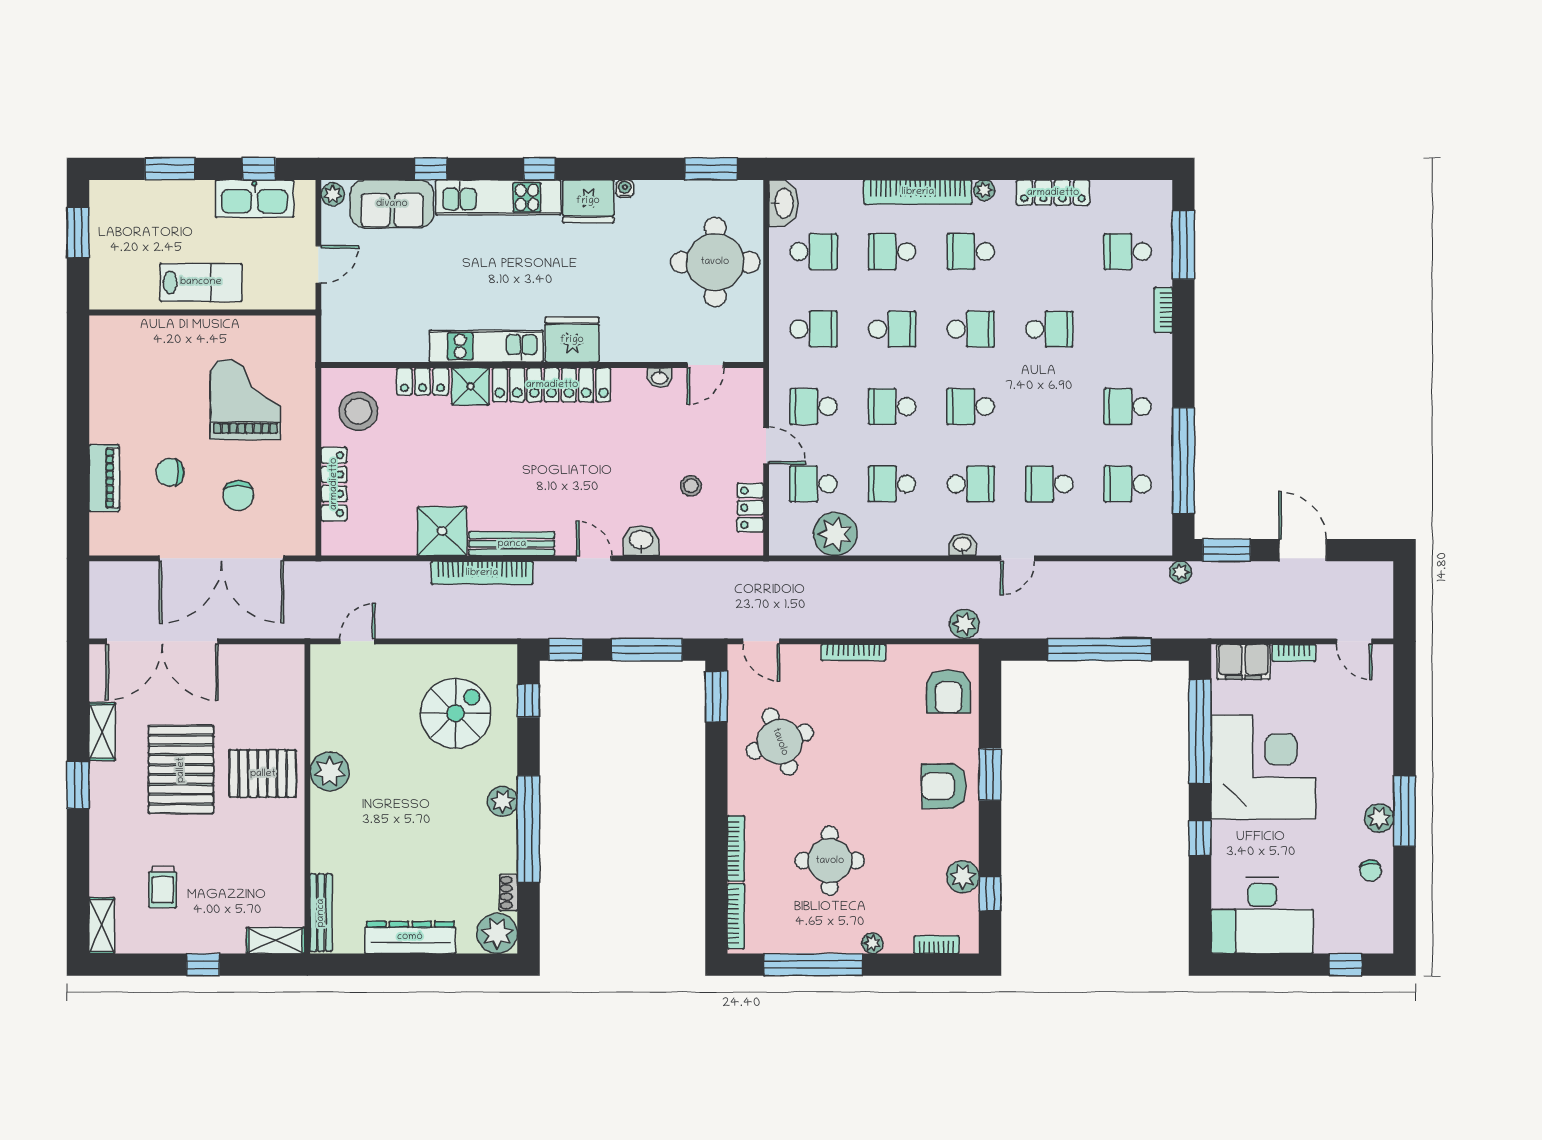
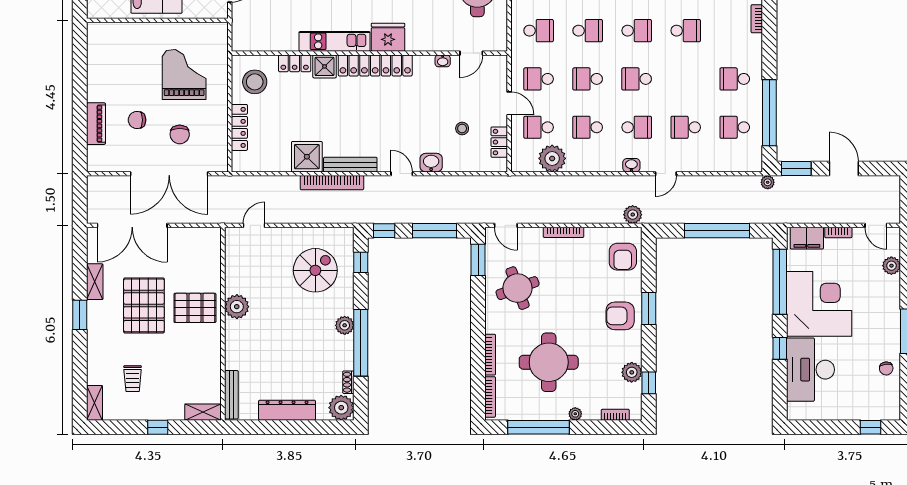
plant: (1379, 818) -> (891, 266), moved
round table: (830, 861) -> (549, 362), width x1.36, depth x1.36
desk: (1262, 915) -> (810, 370), moved, turned 90

